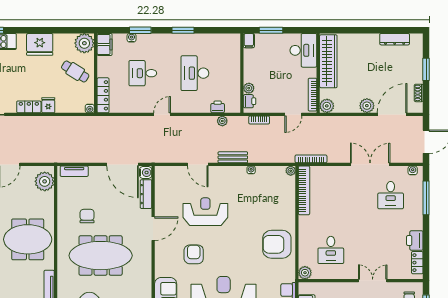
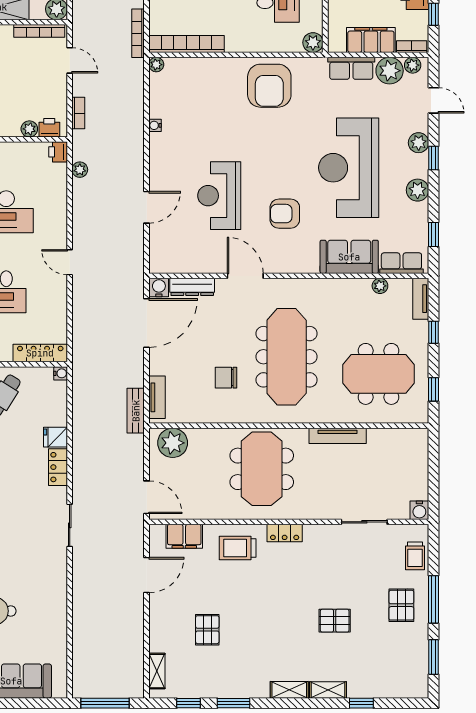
printer: (218, 107) -> (58, 152), moved
bench: (233, 157) -> (136, 411), moved

